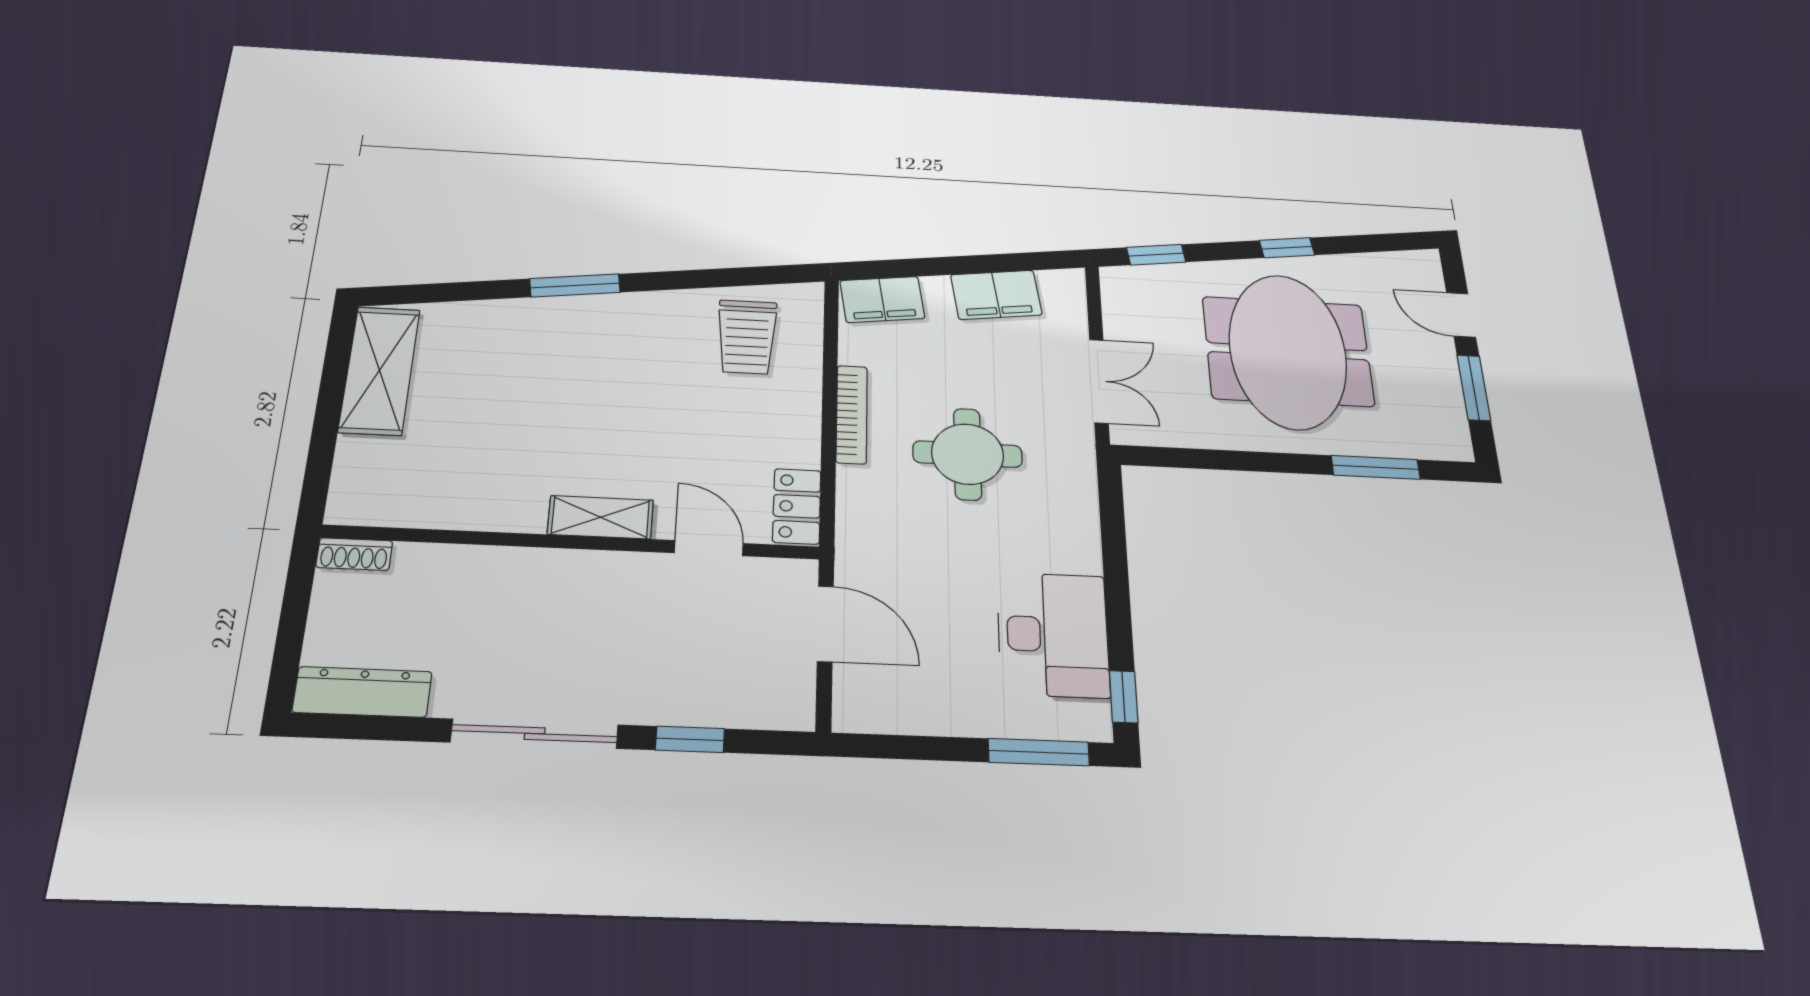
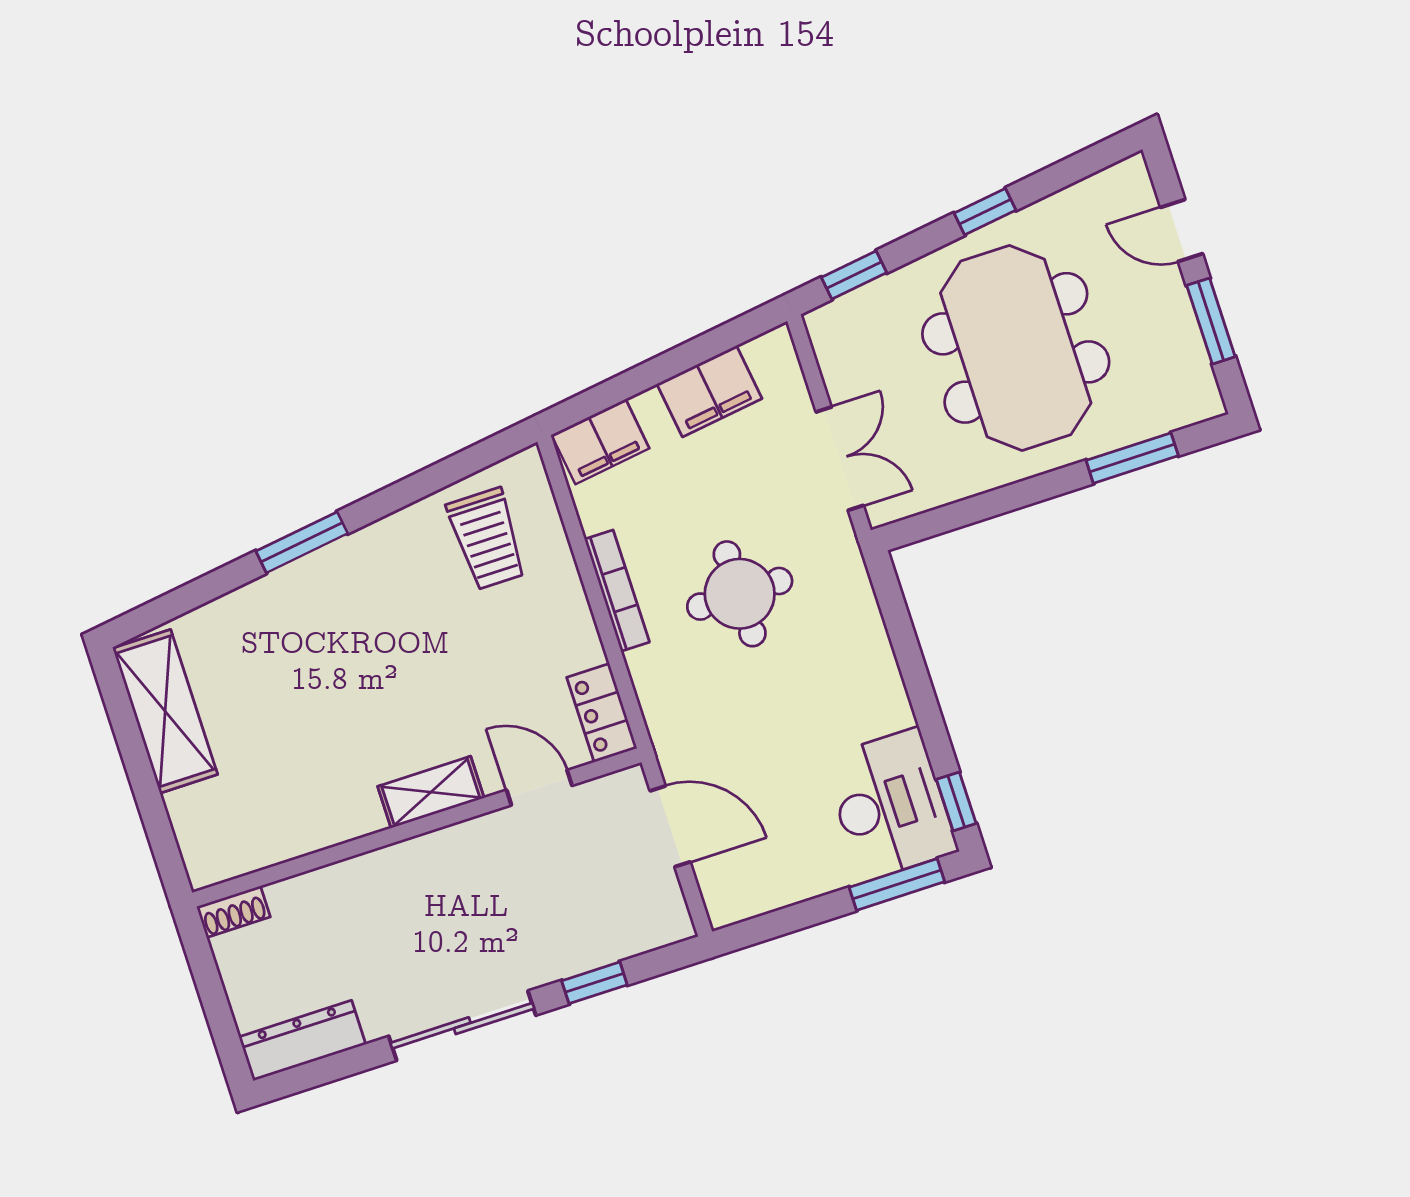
desk: (1053, 635) -> (890, 805), moved

